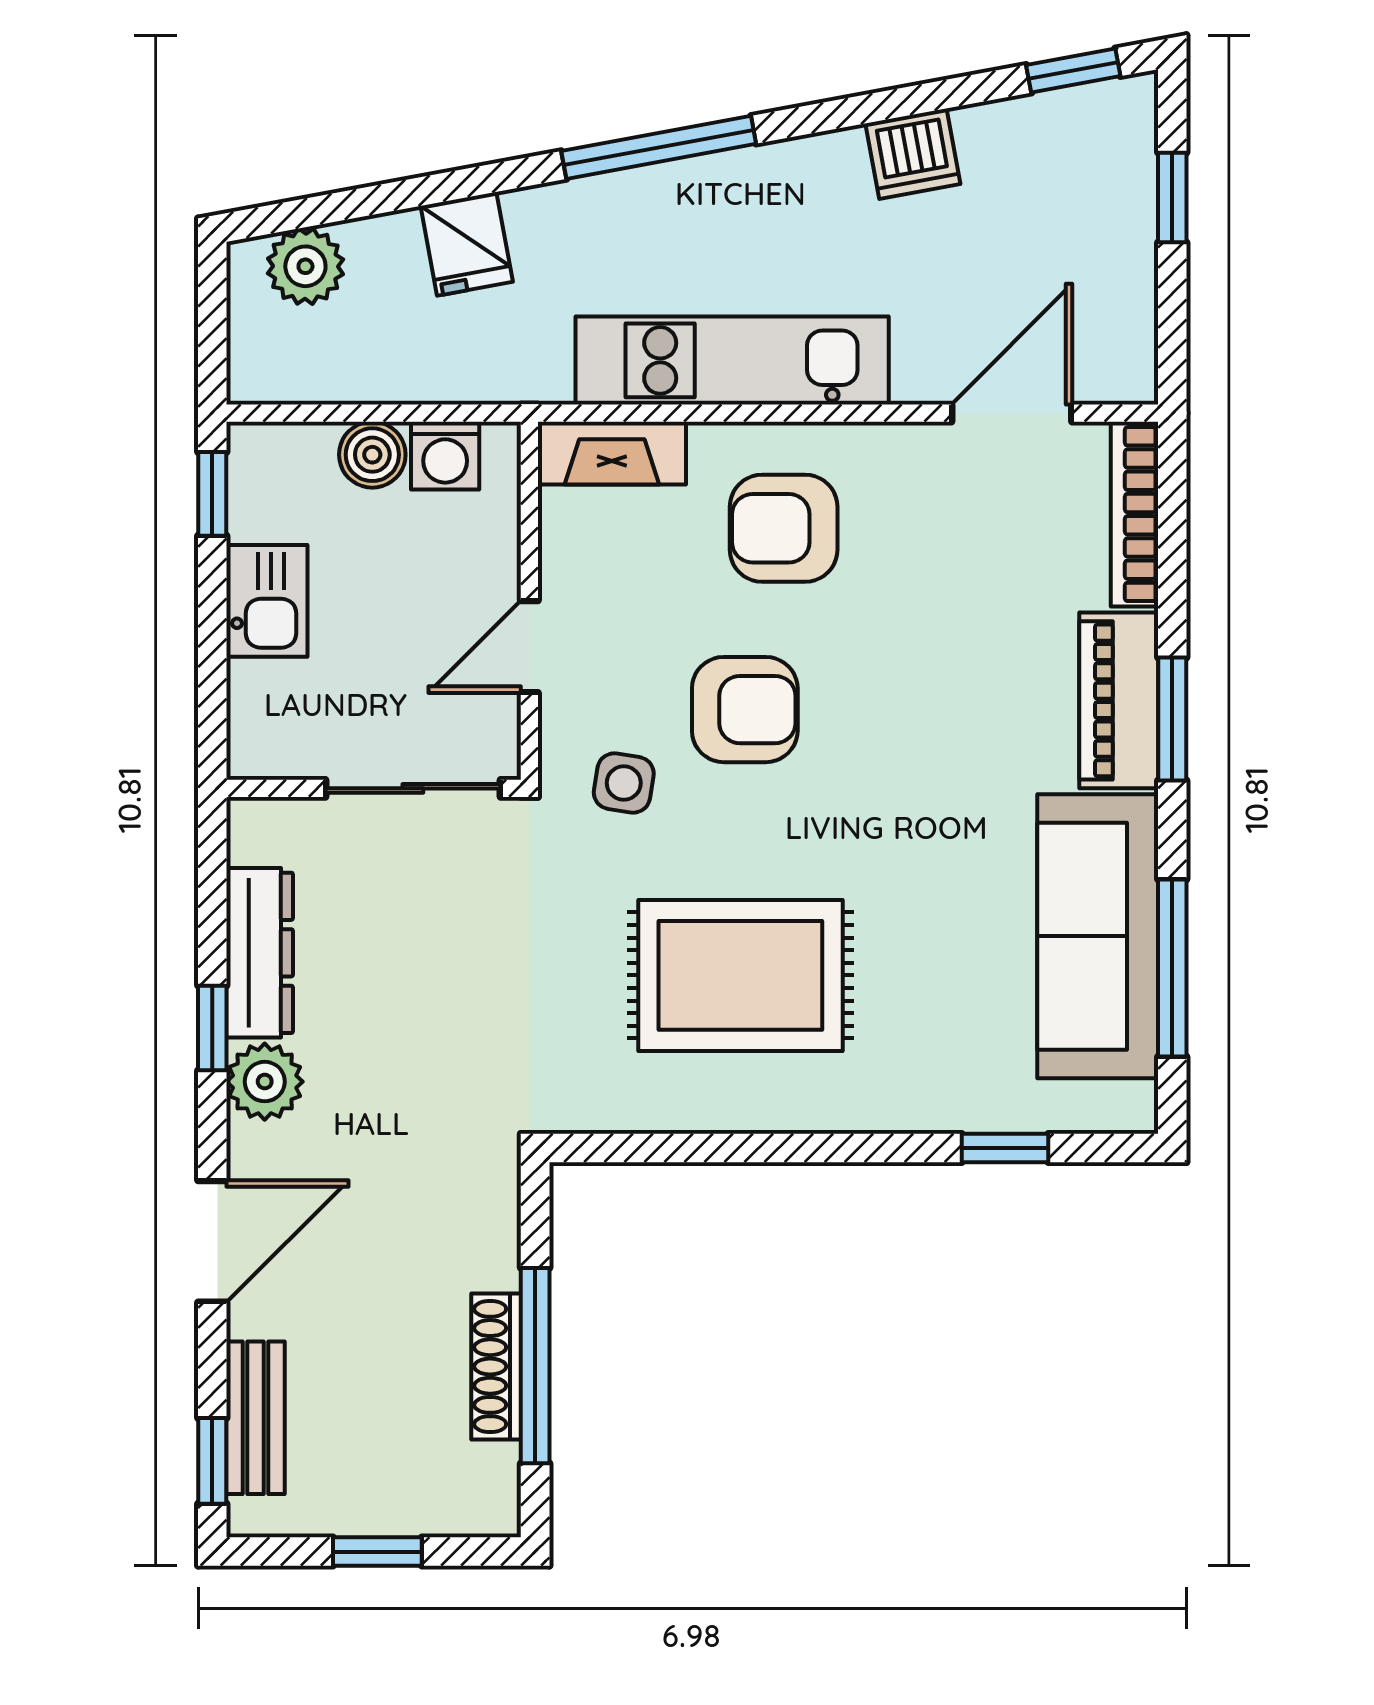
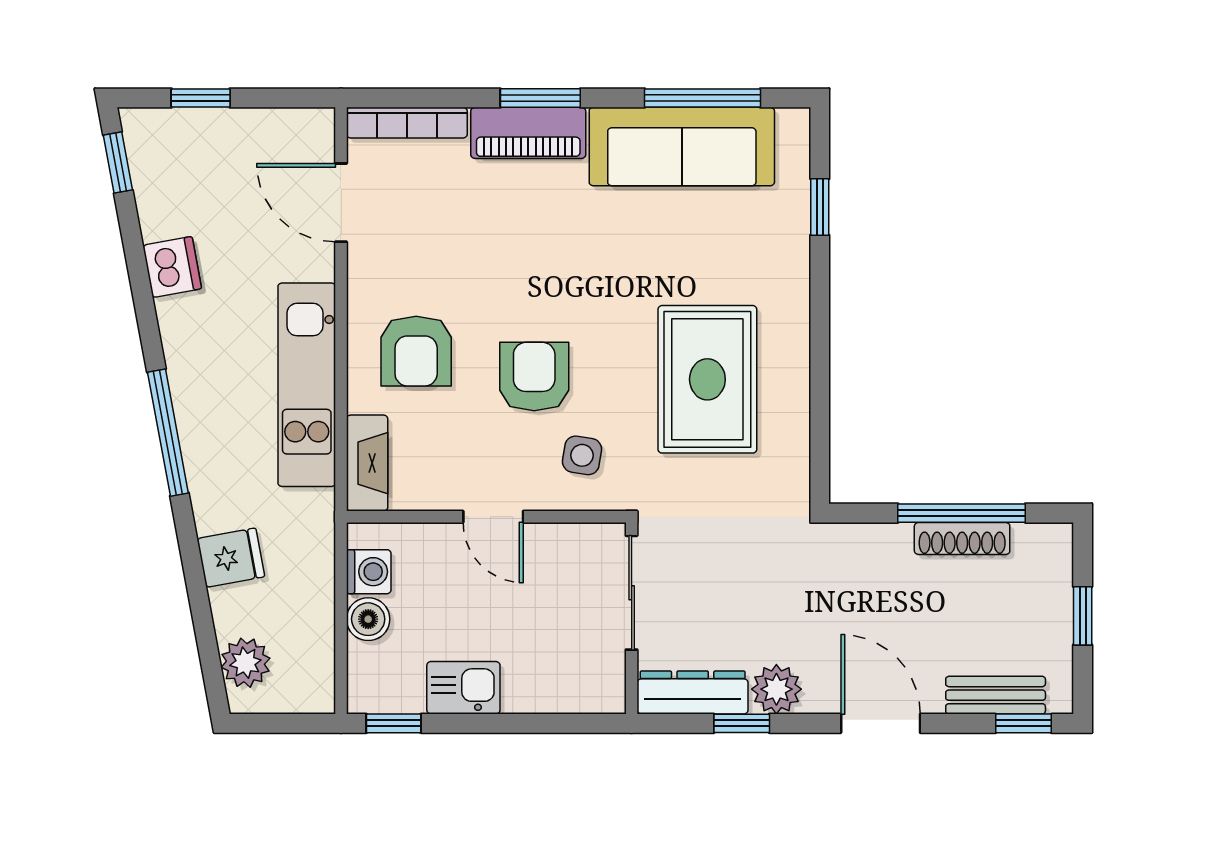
wall: (374, 788) -> (632, 618), moved
sliding door: (413, 788) -> (632, 593), moved

